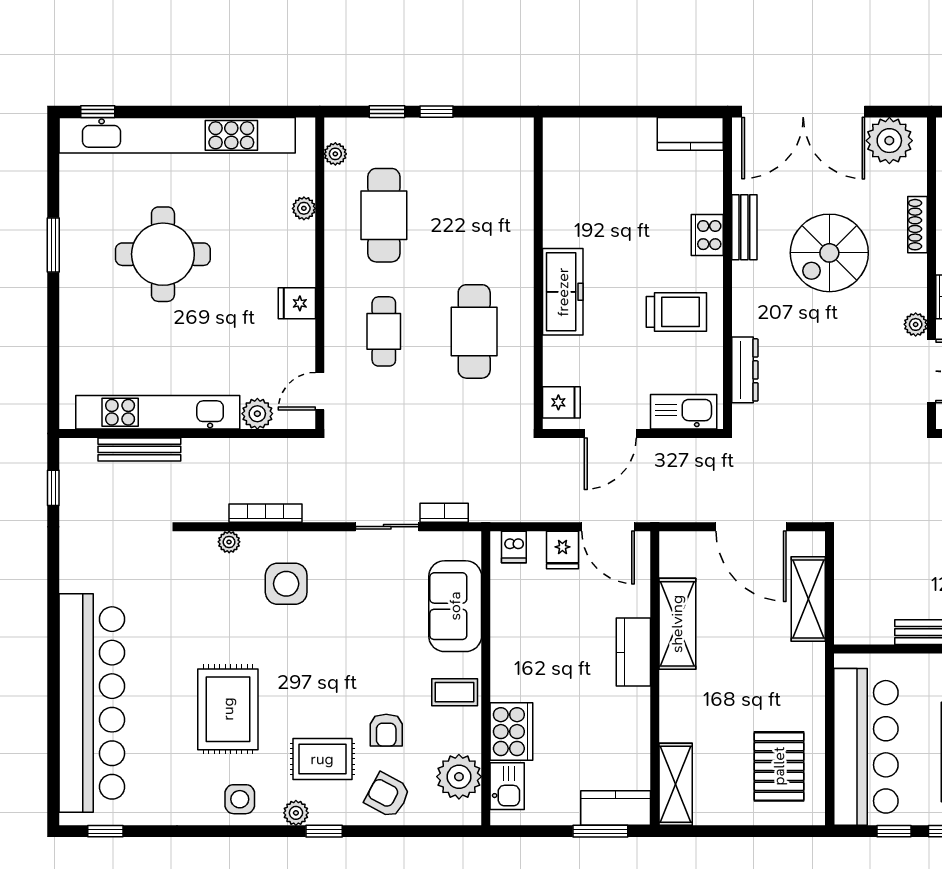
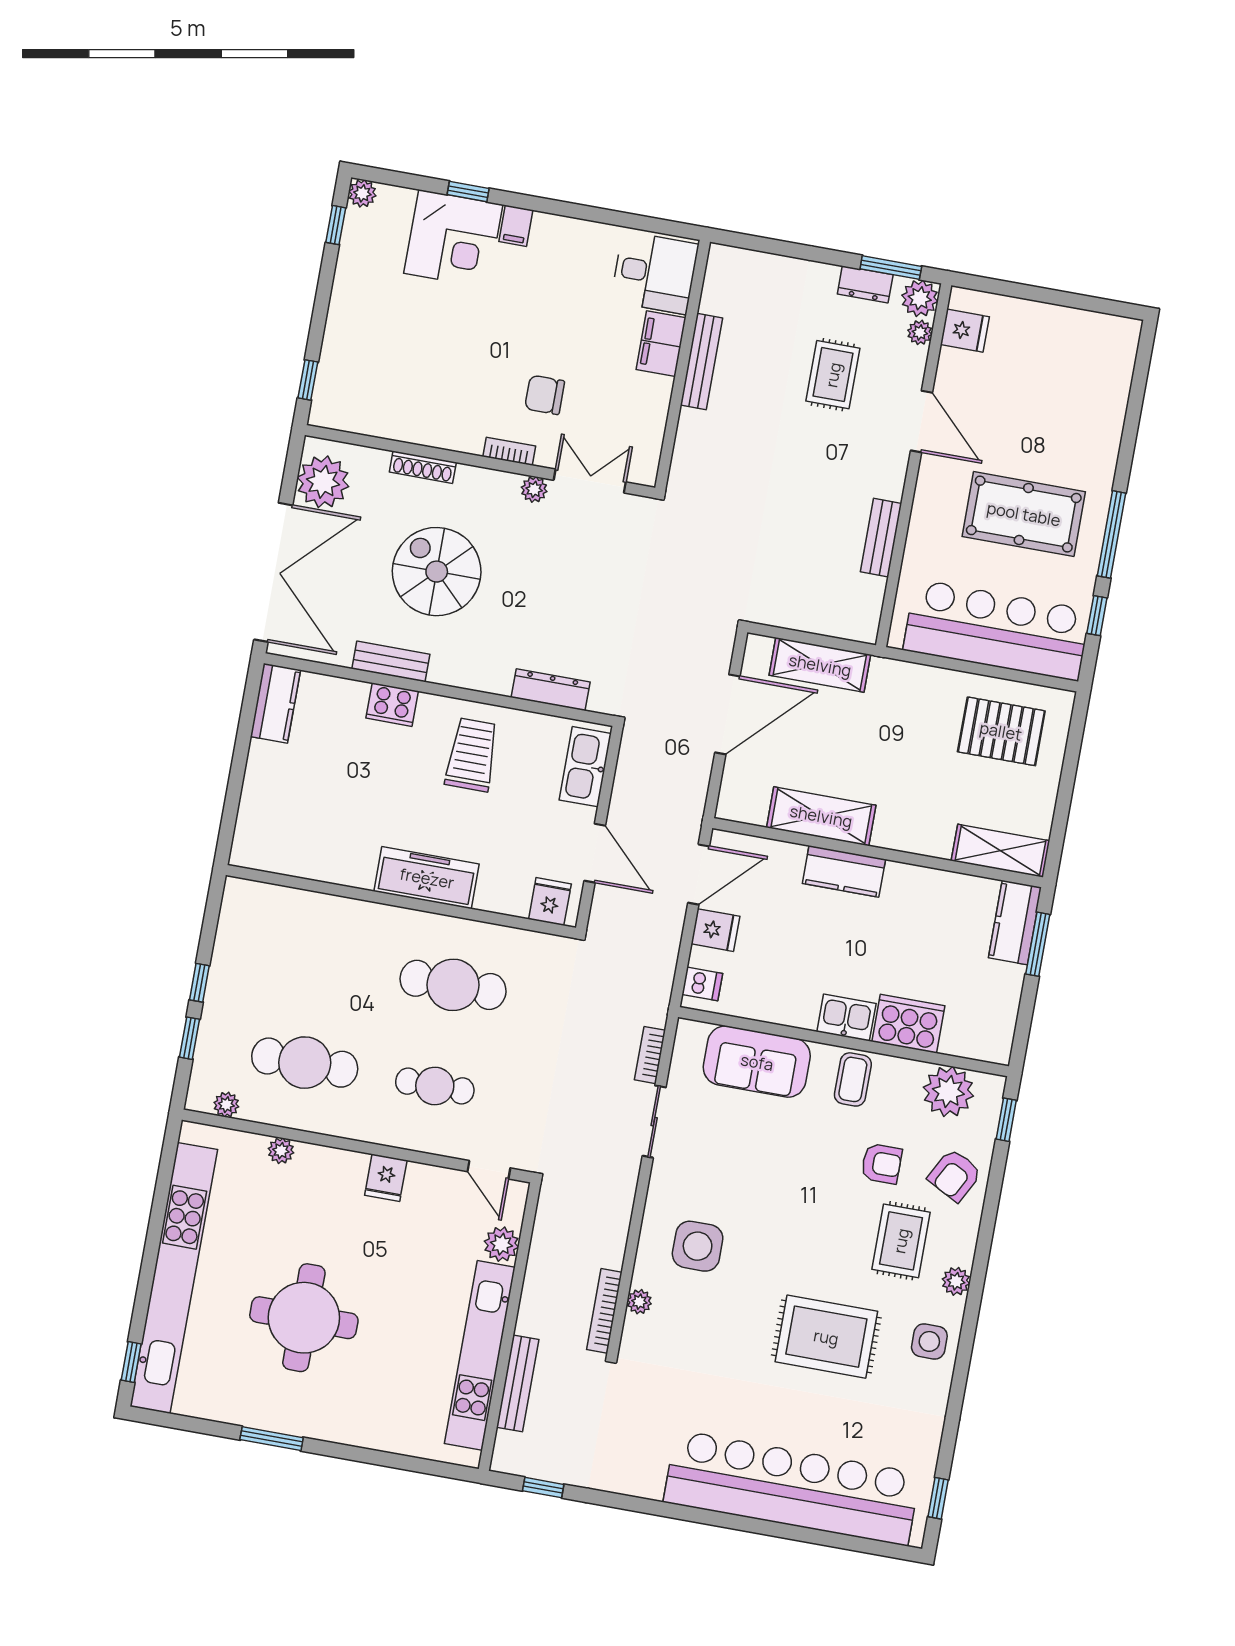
spiral stairs: (829, 253) -> (437, 572), turned 180
bookcase: (265, 513) -> (604, 1311), moved
kitchen sink: (507, 786) -> (846, 1018), moved
window: (324, 831) -> (1006, 1120), moved

